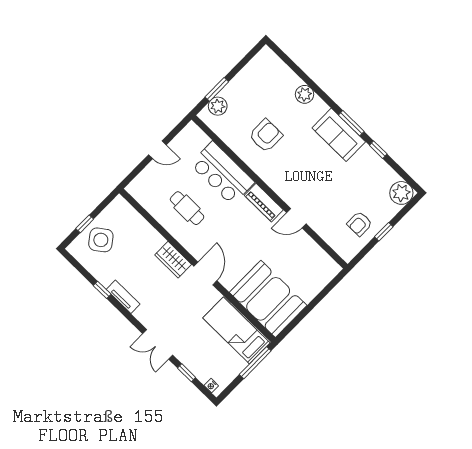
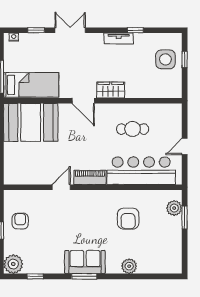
window: (378, 150) -> (35, 276), moved
bar counter: (222, 173) -> (141, 171), width x1.36
side table: (101, 240) -> (165, 59), turned 36

